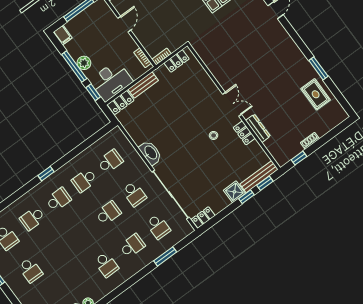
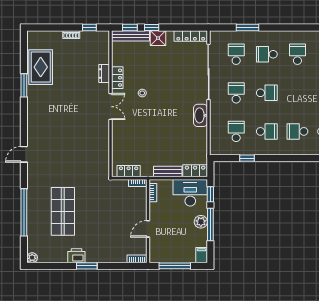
rug: (316, 94) -> (41, 67), width x1.36, depth x1.43
double door: (232, 104) -> (110, 107), swing flipped
dresser: (258, 128) -> (104, 74), width x0.70
school desk: (110, 161) -> (236, 131), turned 90
window: (46, 174) -> (247, 158), moved
school desk: (108, 213) -> (267, 93), turned 180
locker: (203, 217) -> (191, 36), width x1.53

